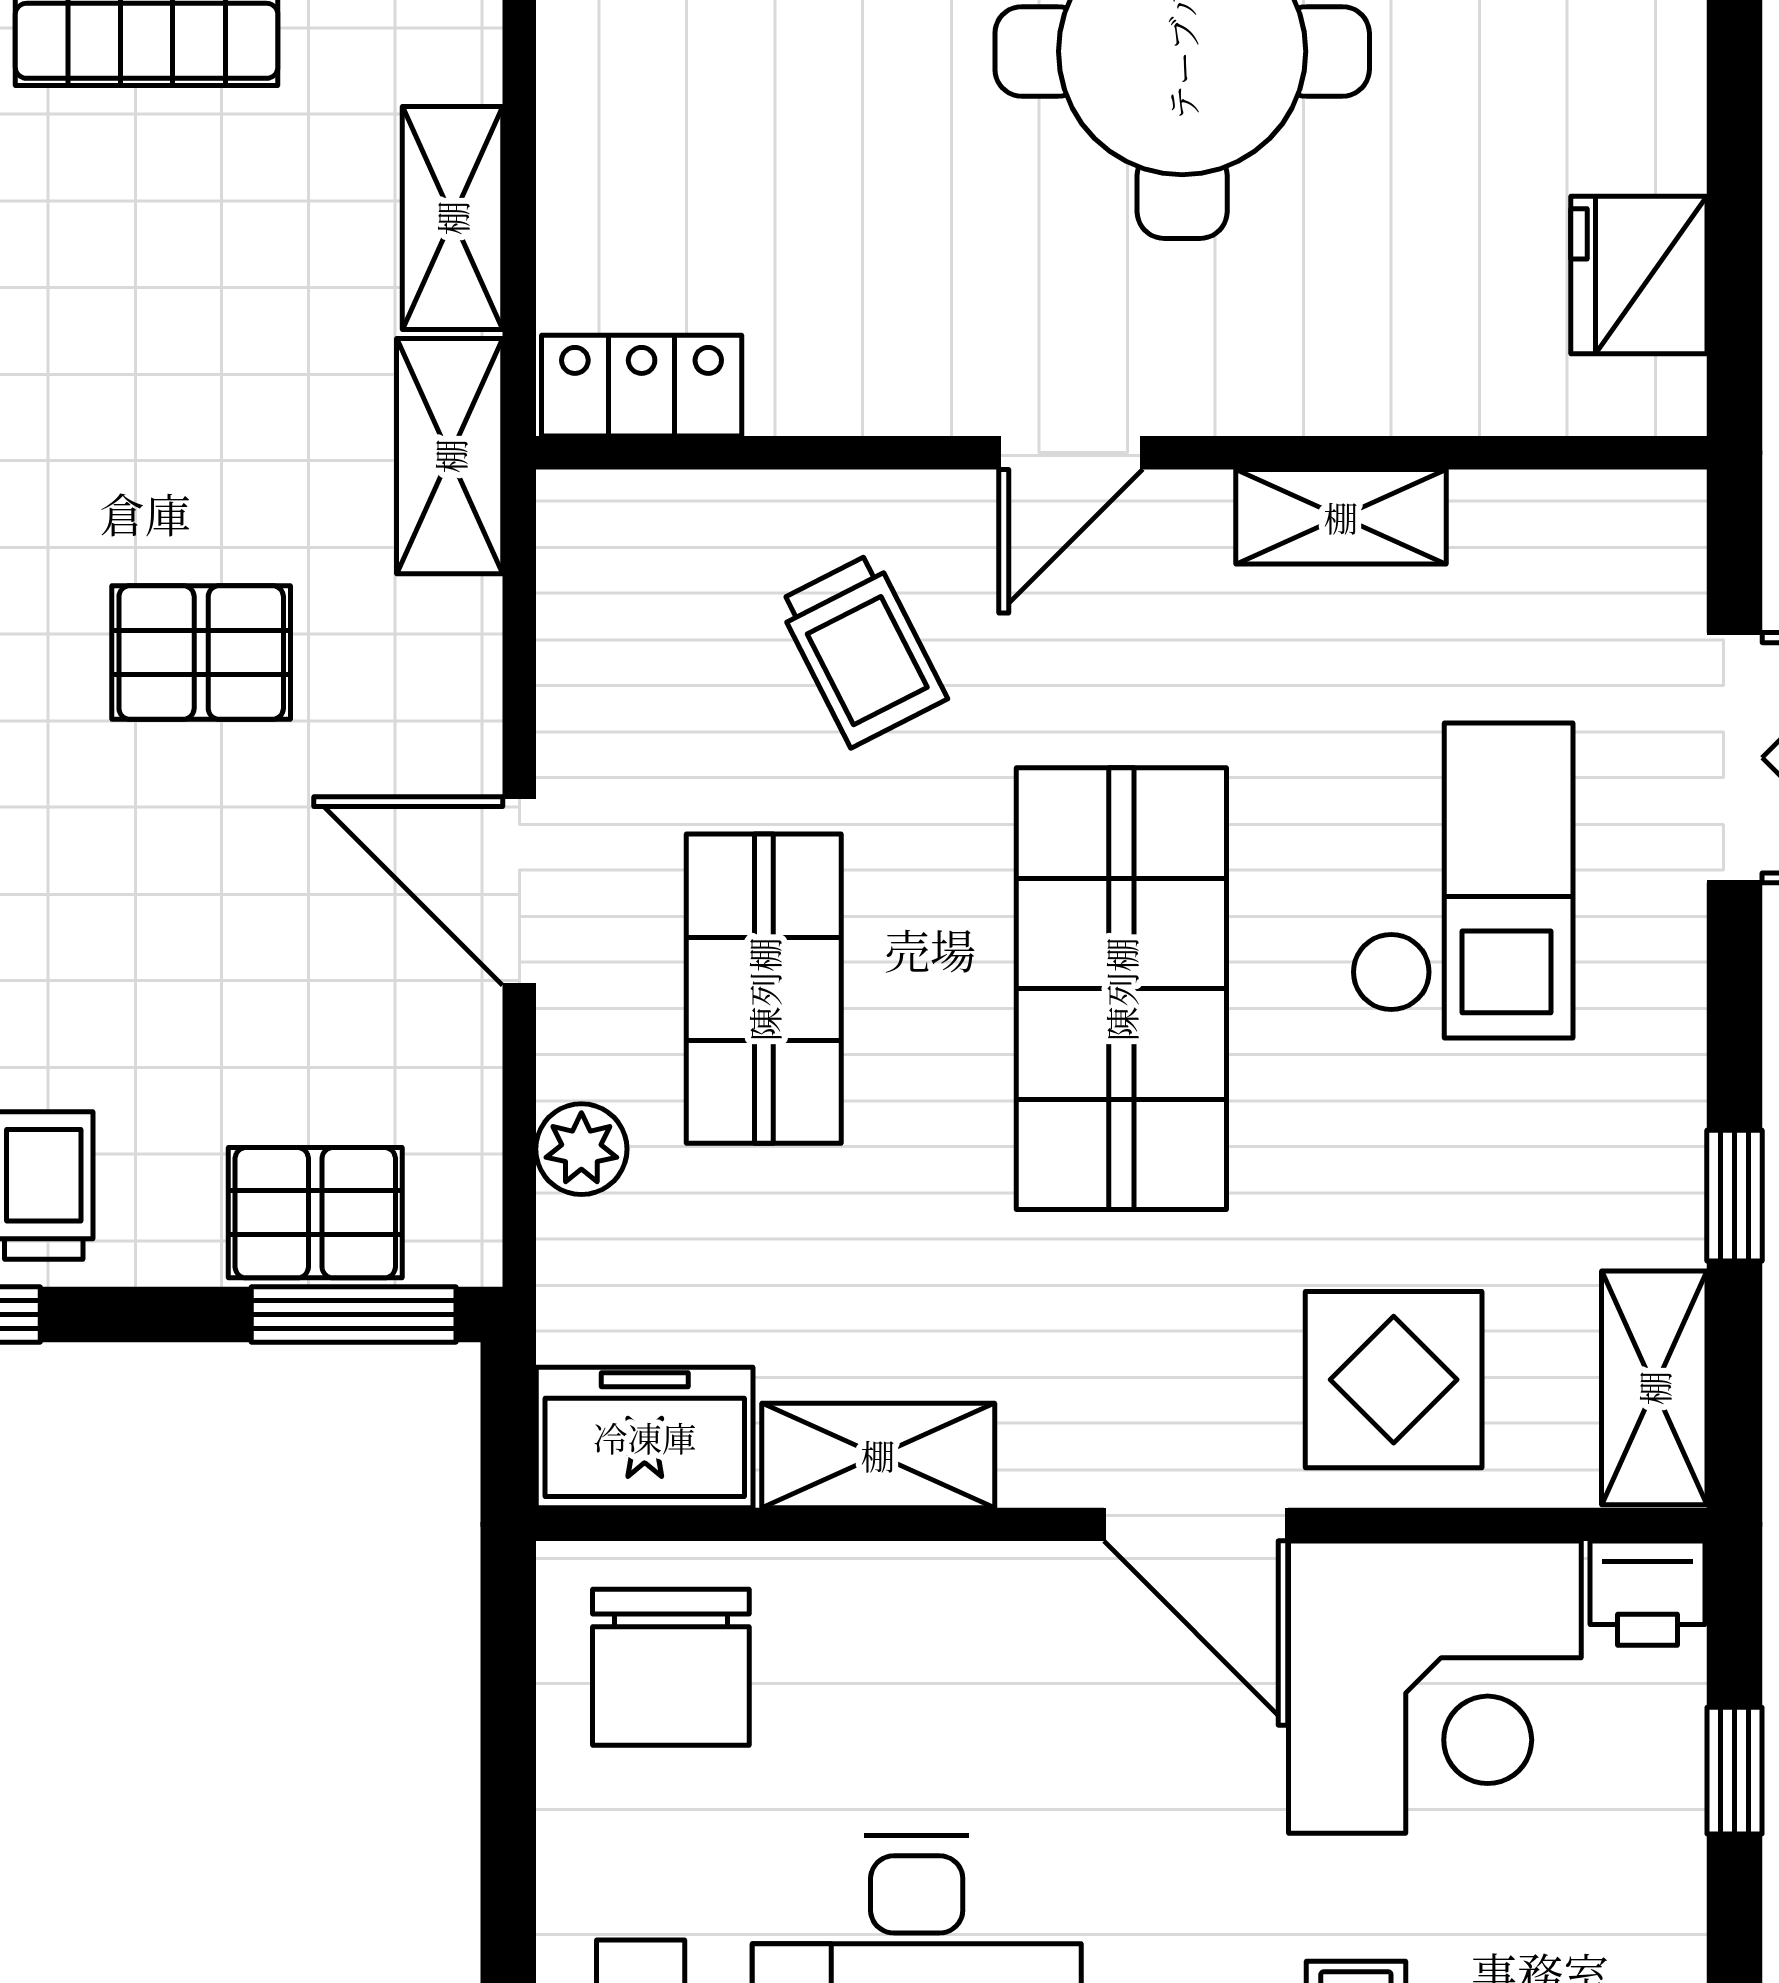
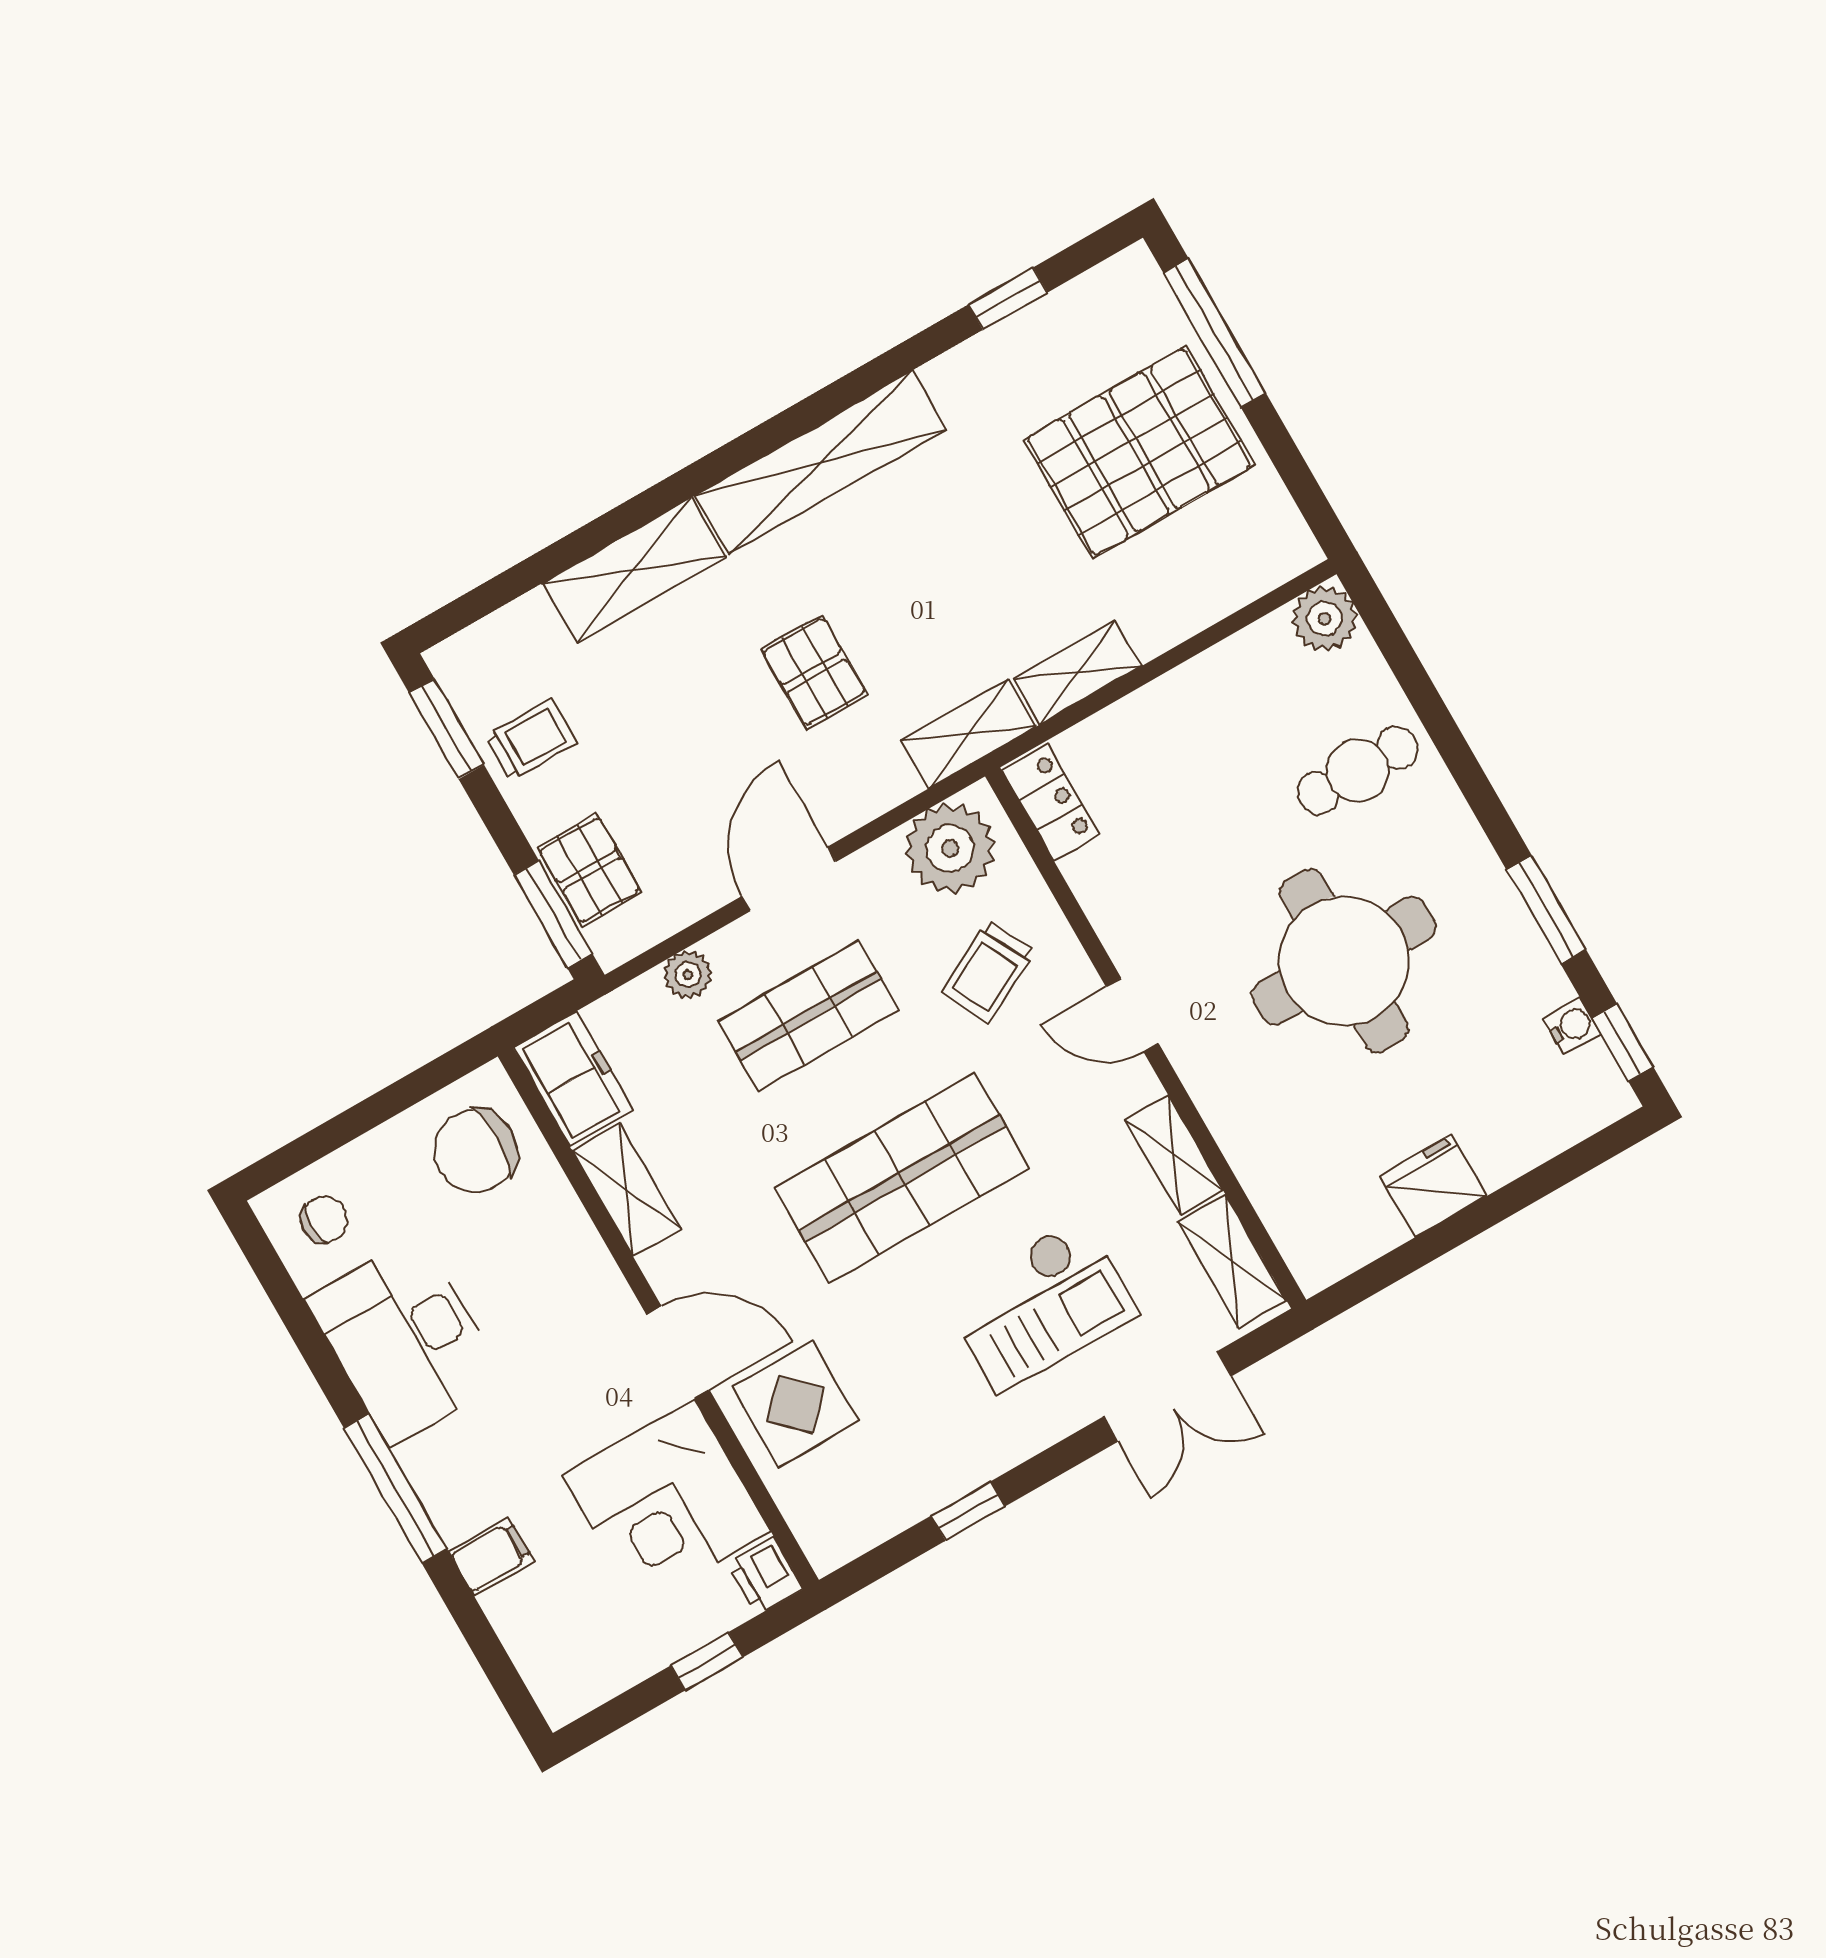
fridge: (1639, 275) -> (1433, 1186), moved
plant: (622, 596) -> (950, 848), added
shelving: (1654, 1388) -> (1232, 1261), moved, turned 90
door: (1196, 1524) -> (678, 1352), swing flipped

